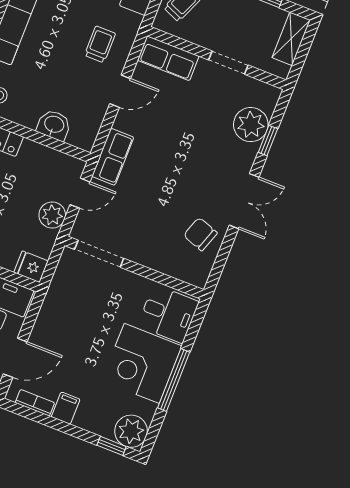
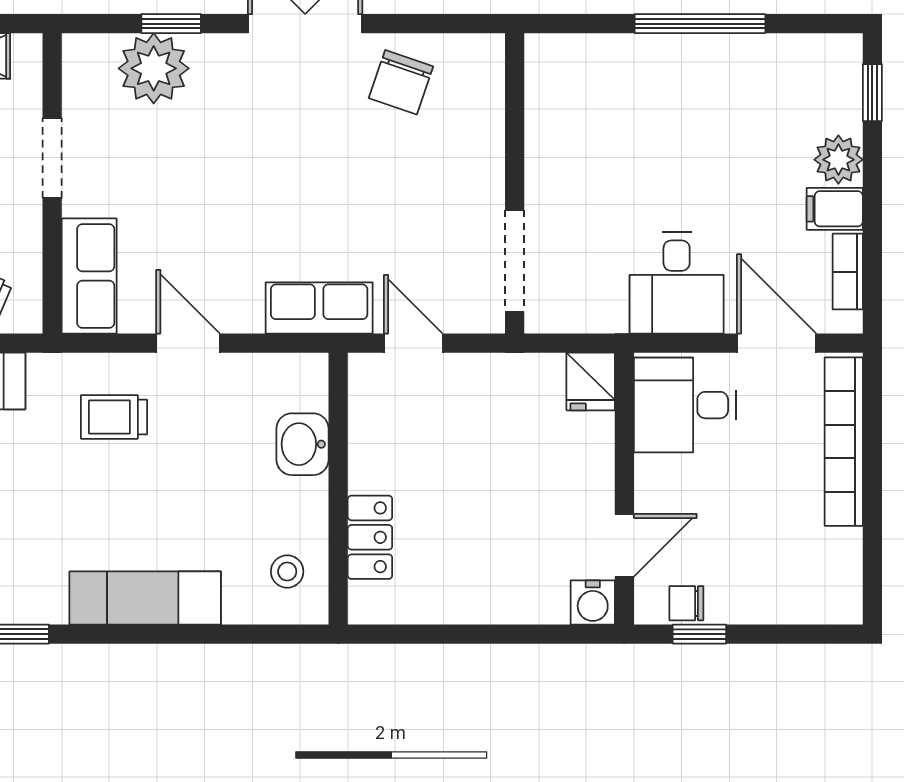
plant: (52, 215) -> (476, 380), removed
desk: (168, 314) -> (677, 283), moved, turned 180
corner desk: (142, 363) -> (692, 97), removed
plant: (131, 431) -> (838, 160), moved, width x0.73, depth x0.73

